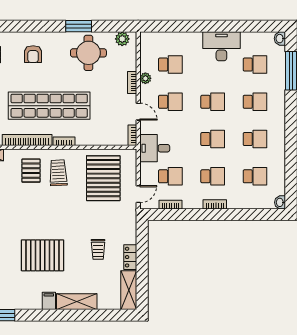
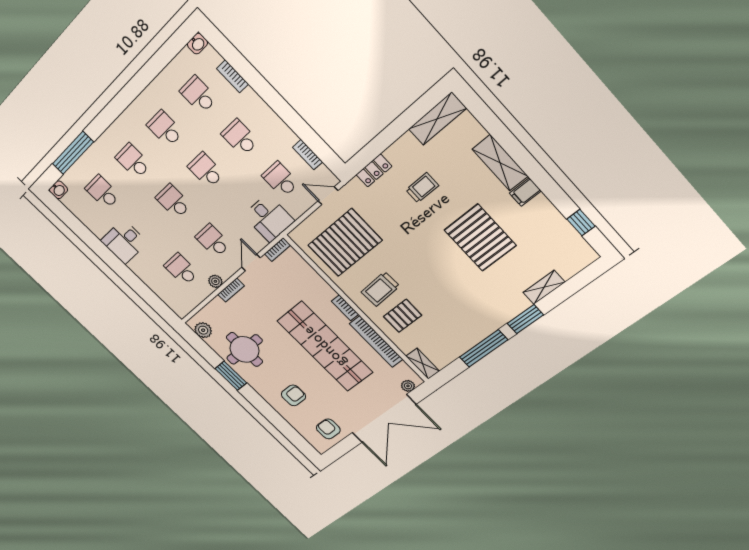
desk: (221, 46) -> (124, 242), width x0.73
bookcase: (215, 204) -> (233, 76), moved
locker: (130, 257) -> (374, 170), moved

